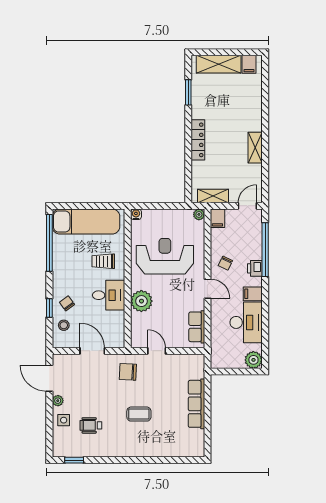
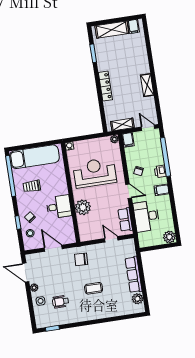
door: (247, 206) -> (148, 128), hinge flipped
trolley: (103, 261) -> (32, 186), moved
desk: (246, 322) -> (146, 216), moved, turned 180
door: (157, 351) -> (111, 239), moved
plant: (197, 438) -> (138, 299), added

